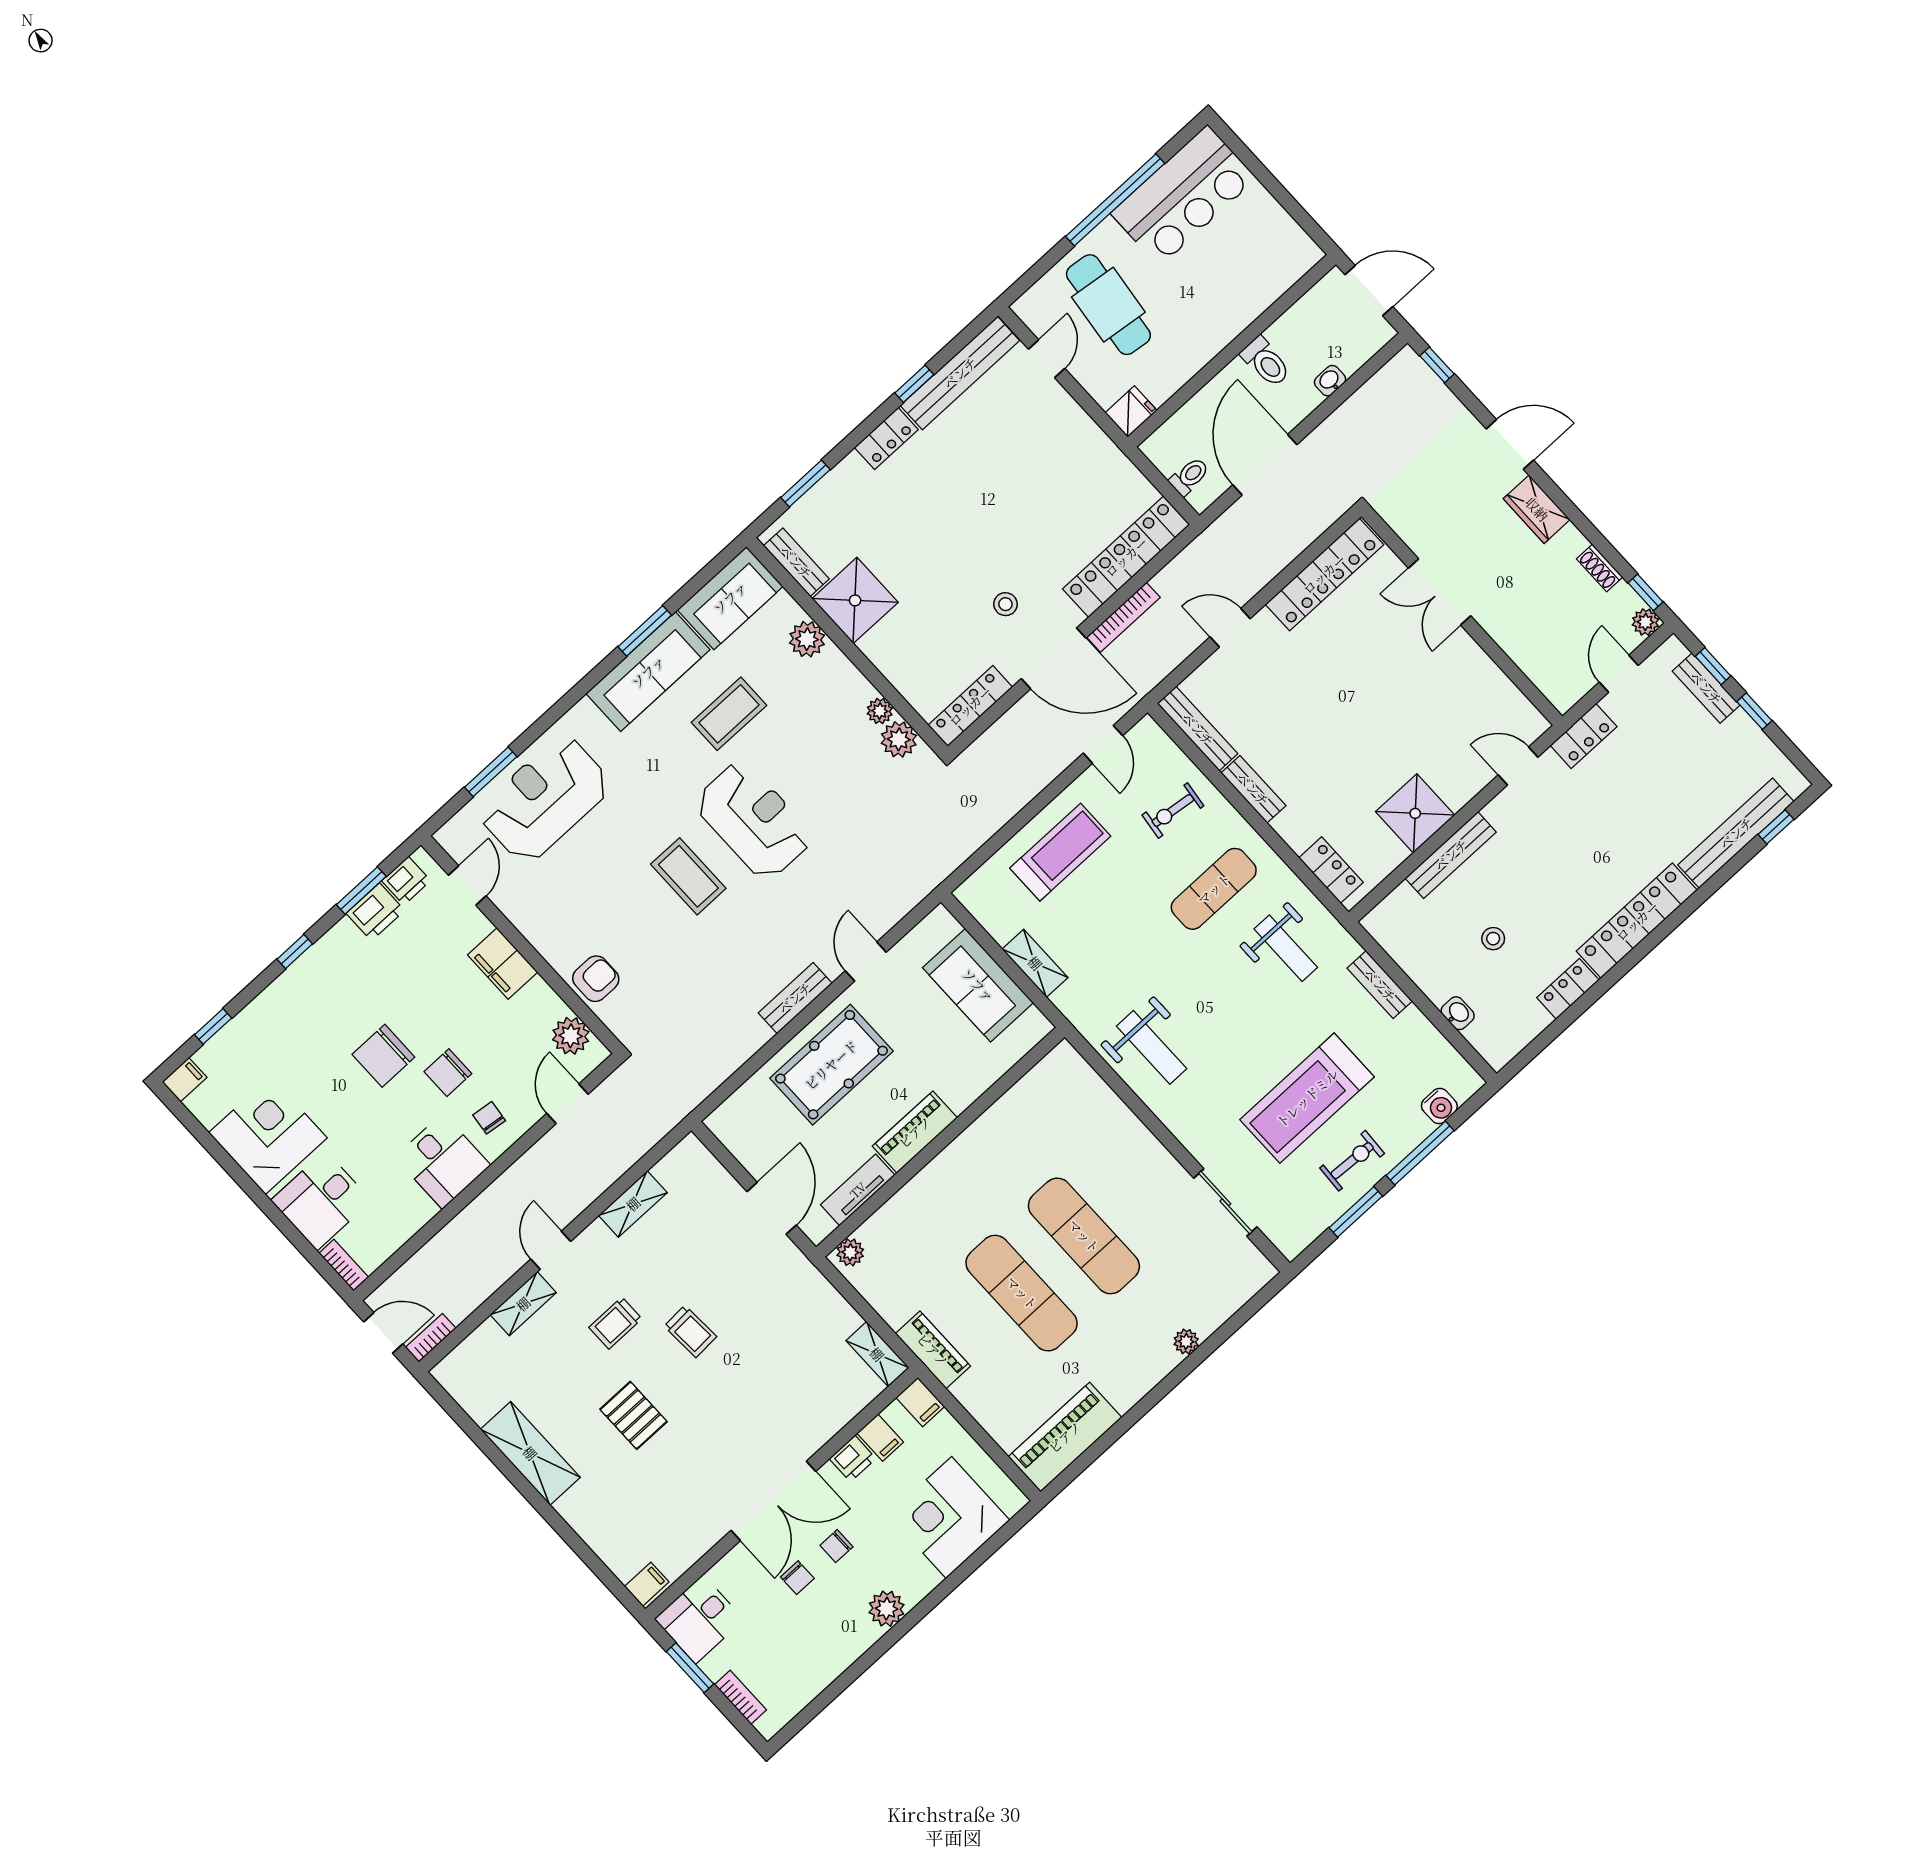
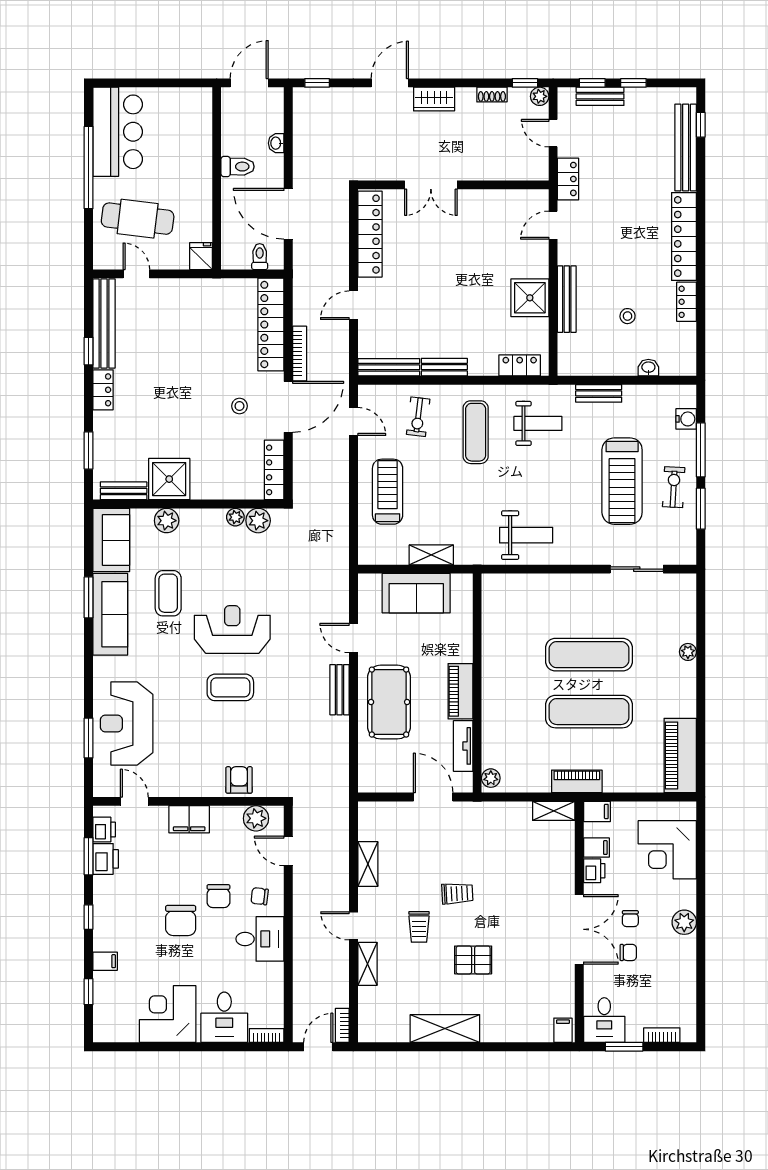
filing cabinet: (184, 1080) -> (105, 961), moved, turned 90

